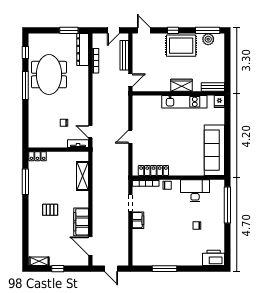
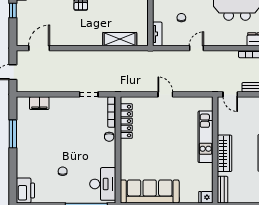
wardrobe: (181, 85) -> (225, 153), width x1.50
kitchen unit: (184, 102) -> (206, 137), moved
door: (90, 132) -> (196, 48), moved
desk: (195, 191) -> (103, 184), moved
filing cabinet: (138, 220) -> (39, 103), moved
filing cabinet: (81, 222) -> (67, 37), removed

